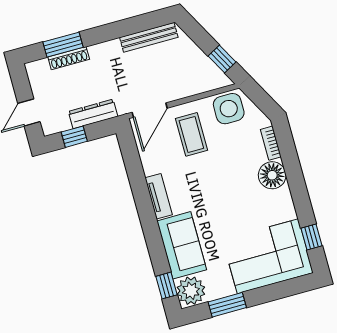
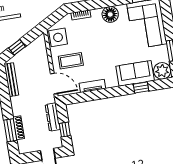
window: (222, 59) -> (17, 47), moved
floor lamp: (272, 175) -> (110, 14), moved
tv unit: (159, 196) -> (92, 86), moved
window: (167, 286) -> (141, 88), moved

